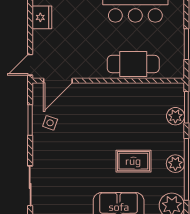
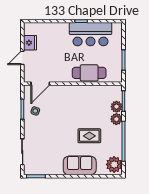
door: (30, 65) -> (22, 58), moved
plant: (175, 164) -> (116, 119), moved

